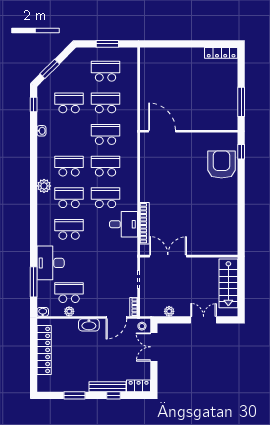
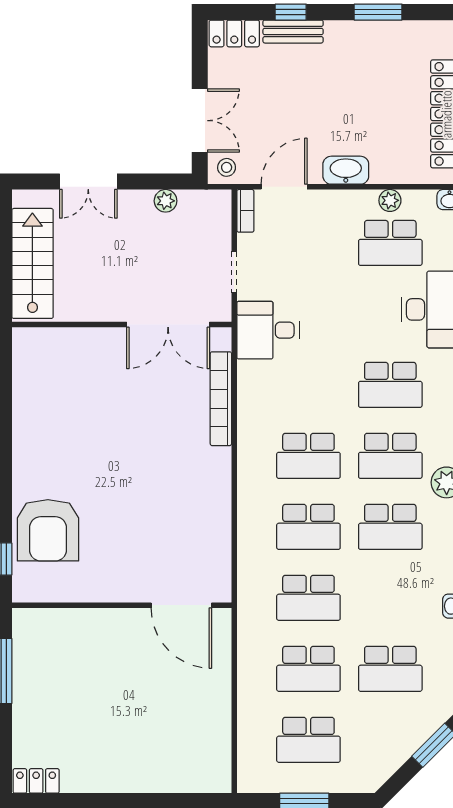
locker: (221, 53) -> (36, 781), width x0.66
desk: (124, 224) -> (268, 330), moved
bench: (107, 387) -> (293, 32), width x0.73

